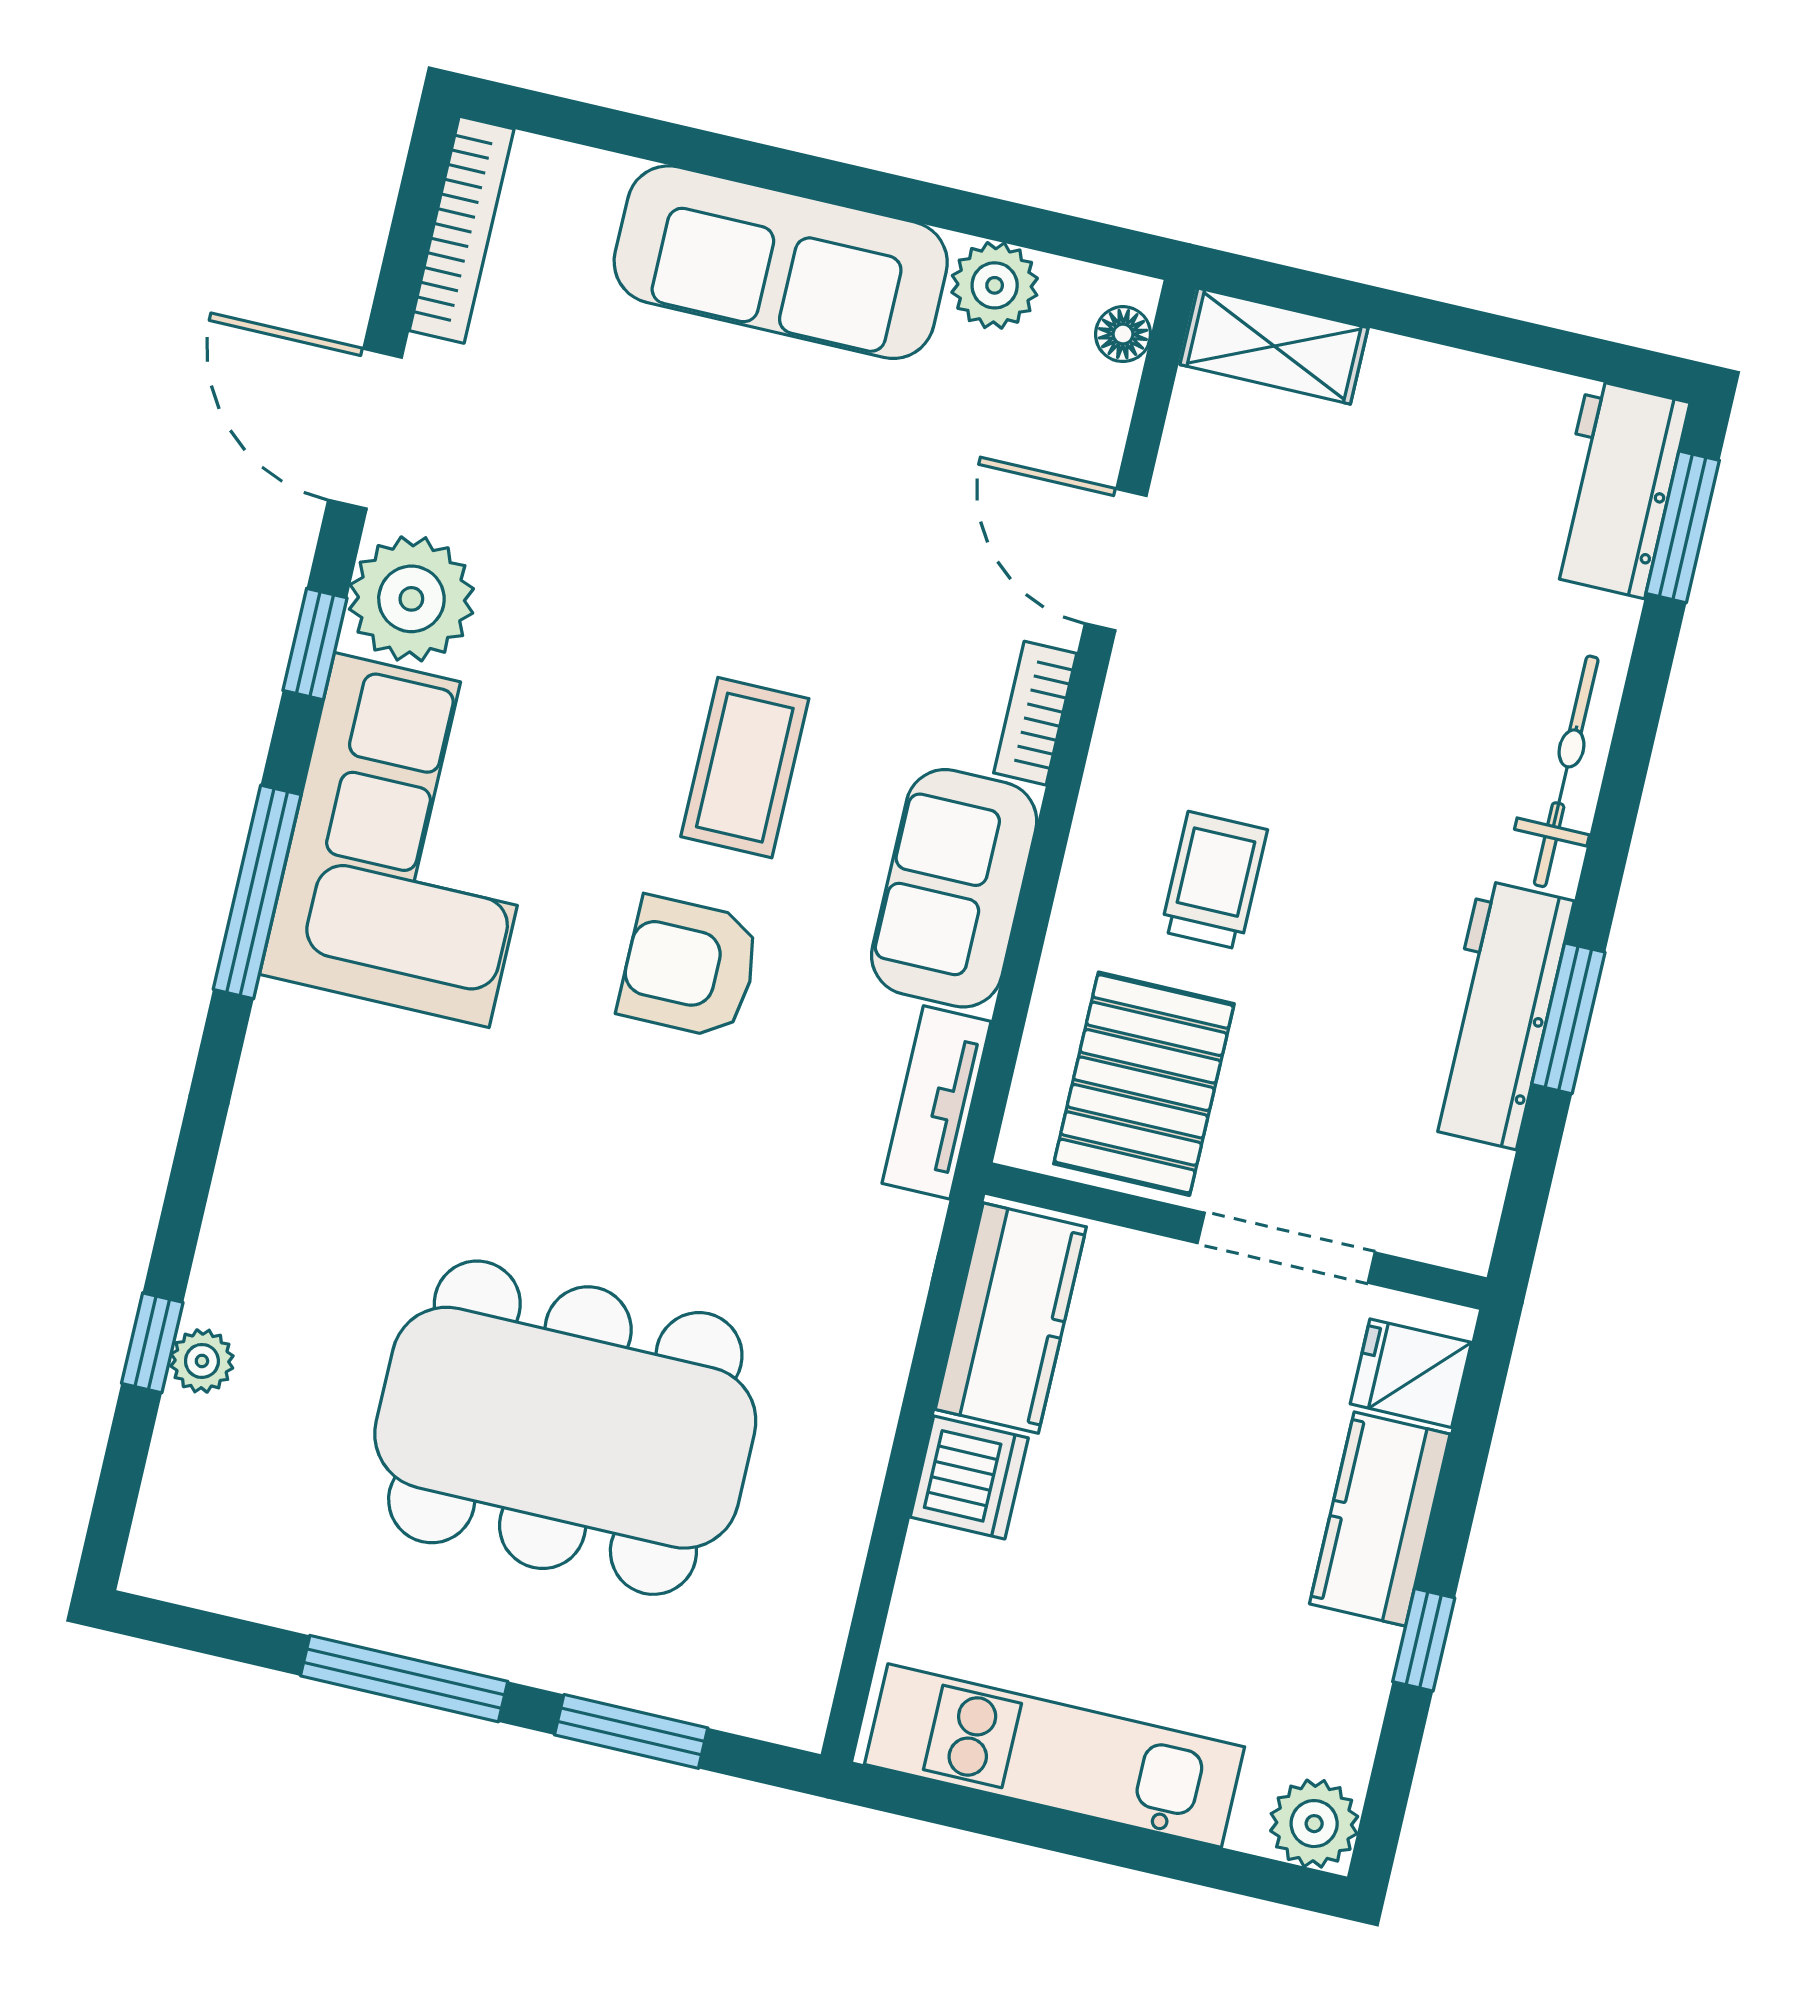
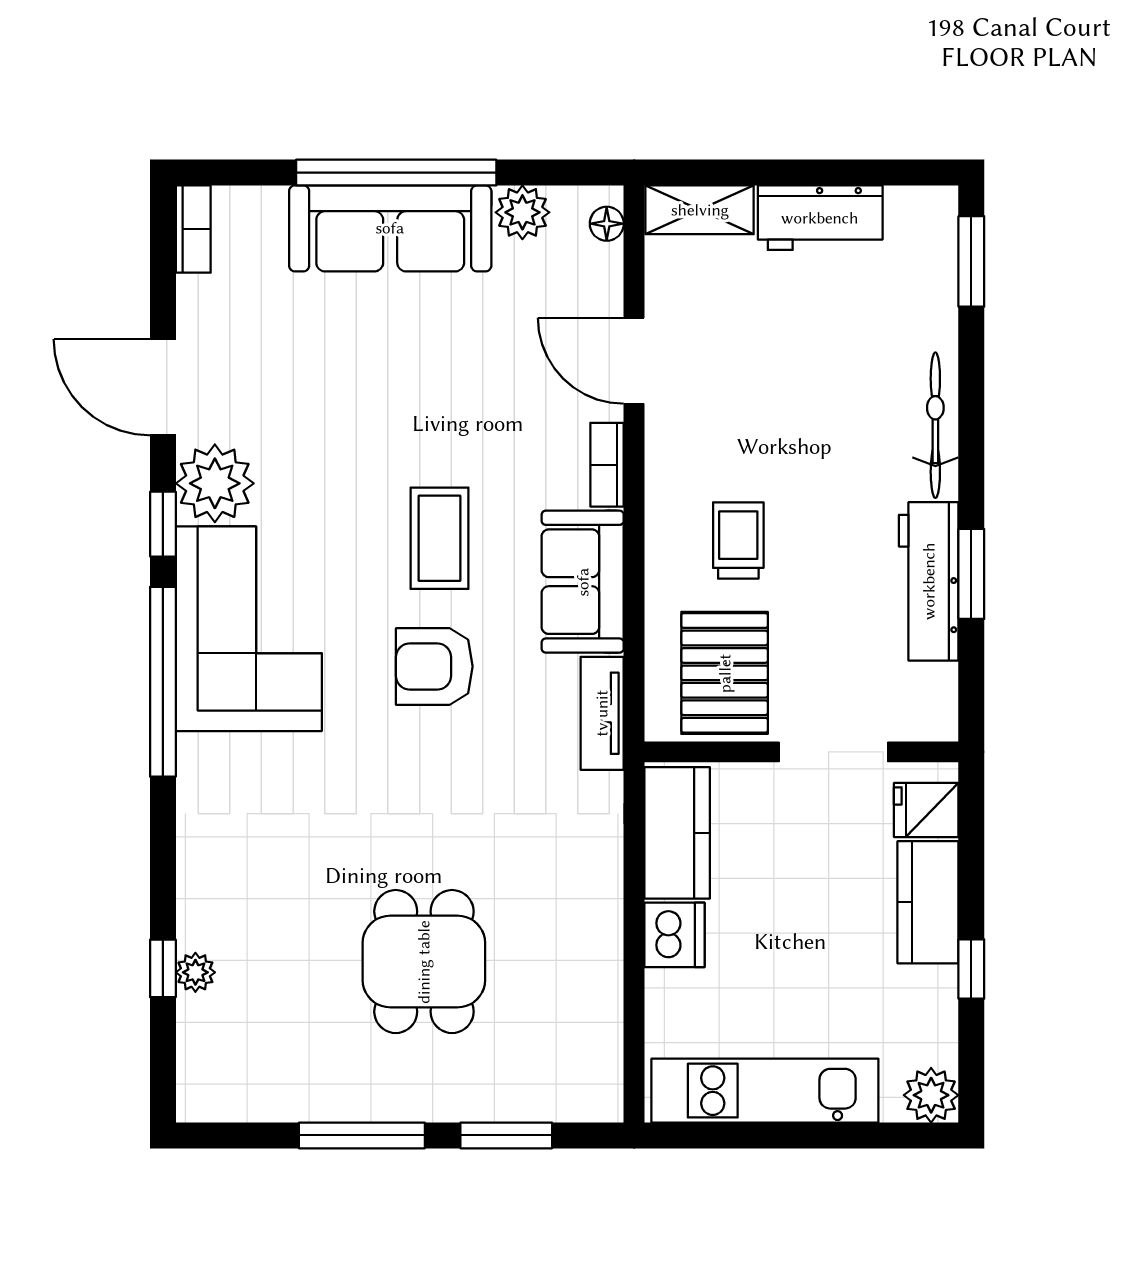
window: (811, 176) -> (396, 173), added
bookcase: (462, 230) -> (193, 229), width x0.64
workbench: (1617, 489) -> (820, 218), moved, turned -90
window: (257, 892) -> (163, 682), width x1.46
dining table: (565, 1428) -> (424, 962), width x0.53, depth x0.80

